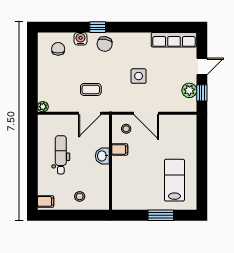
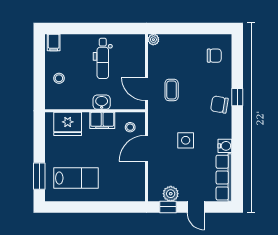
water cooler: (80, 39) -> (225, 146), moved
filing cabinet: (120, 149) -> (102, 120), width x2.00
dental chair: (61, 155) -> (103, 58), turned 90
fridge: (123, 188) -> (68, 124), added
window: (161, 215) -> (39, 176), moved

